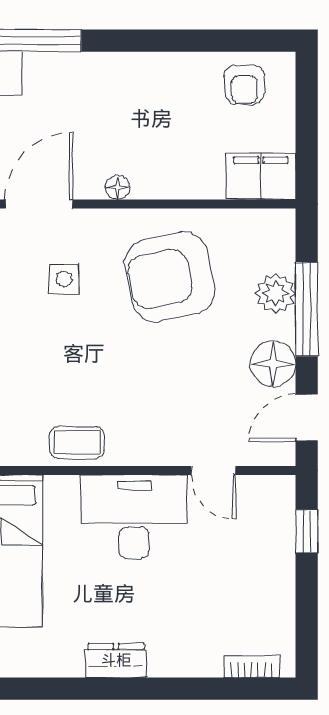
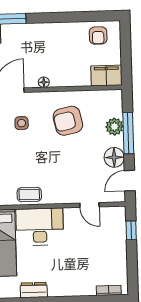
armchair: (170, 277) -> (68, 121), width x0.73, depth x0.73
desk: (134, 517) -> (40, 227), moved
dresser: (116, 660) -> (34, 290), moved

